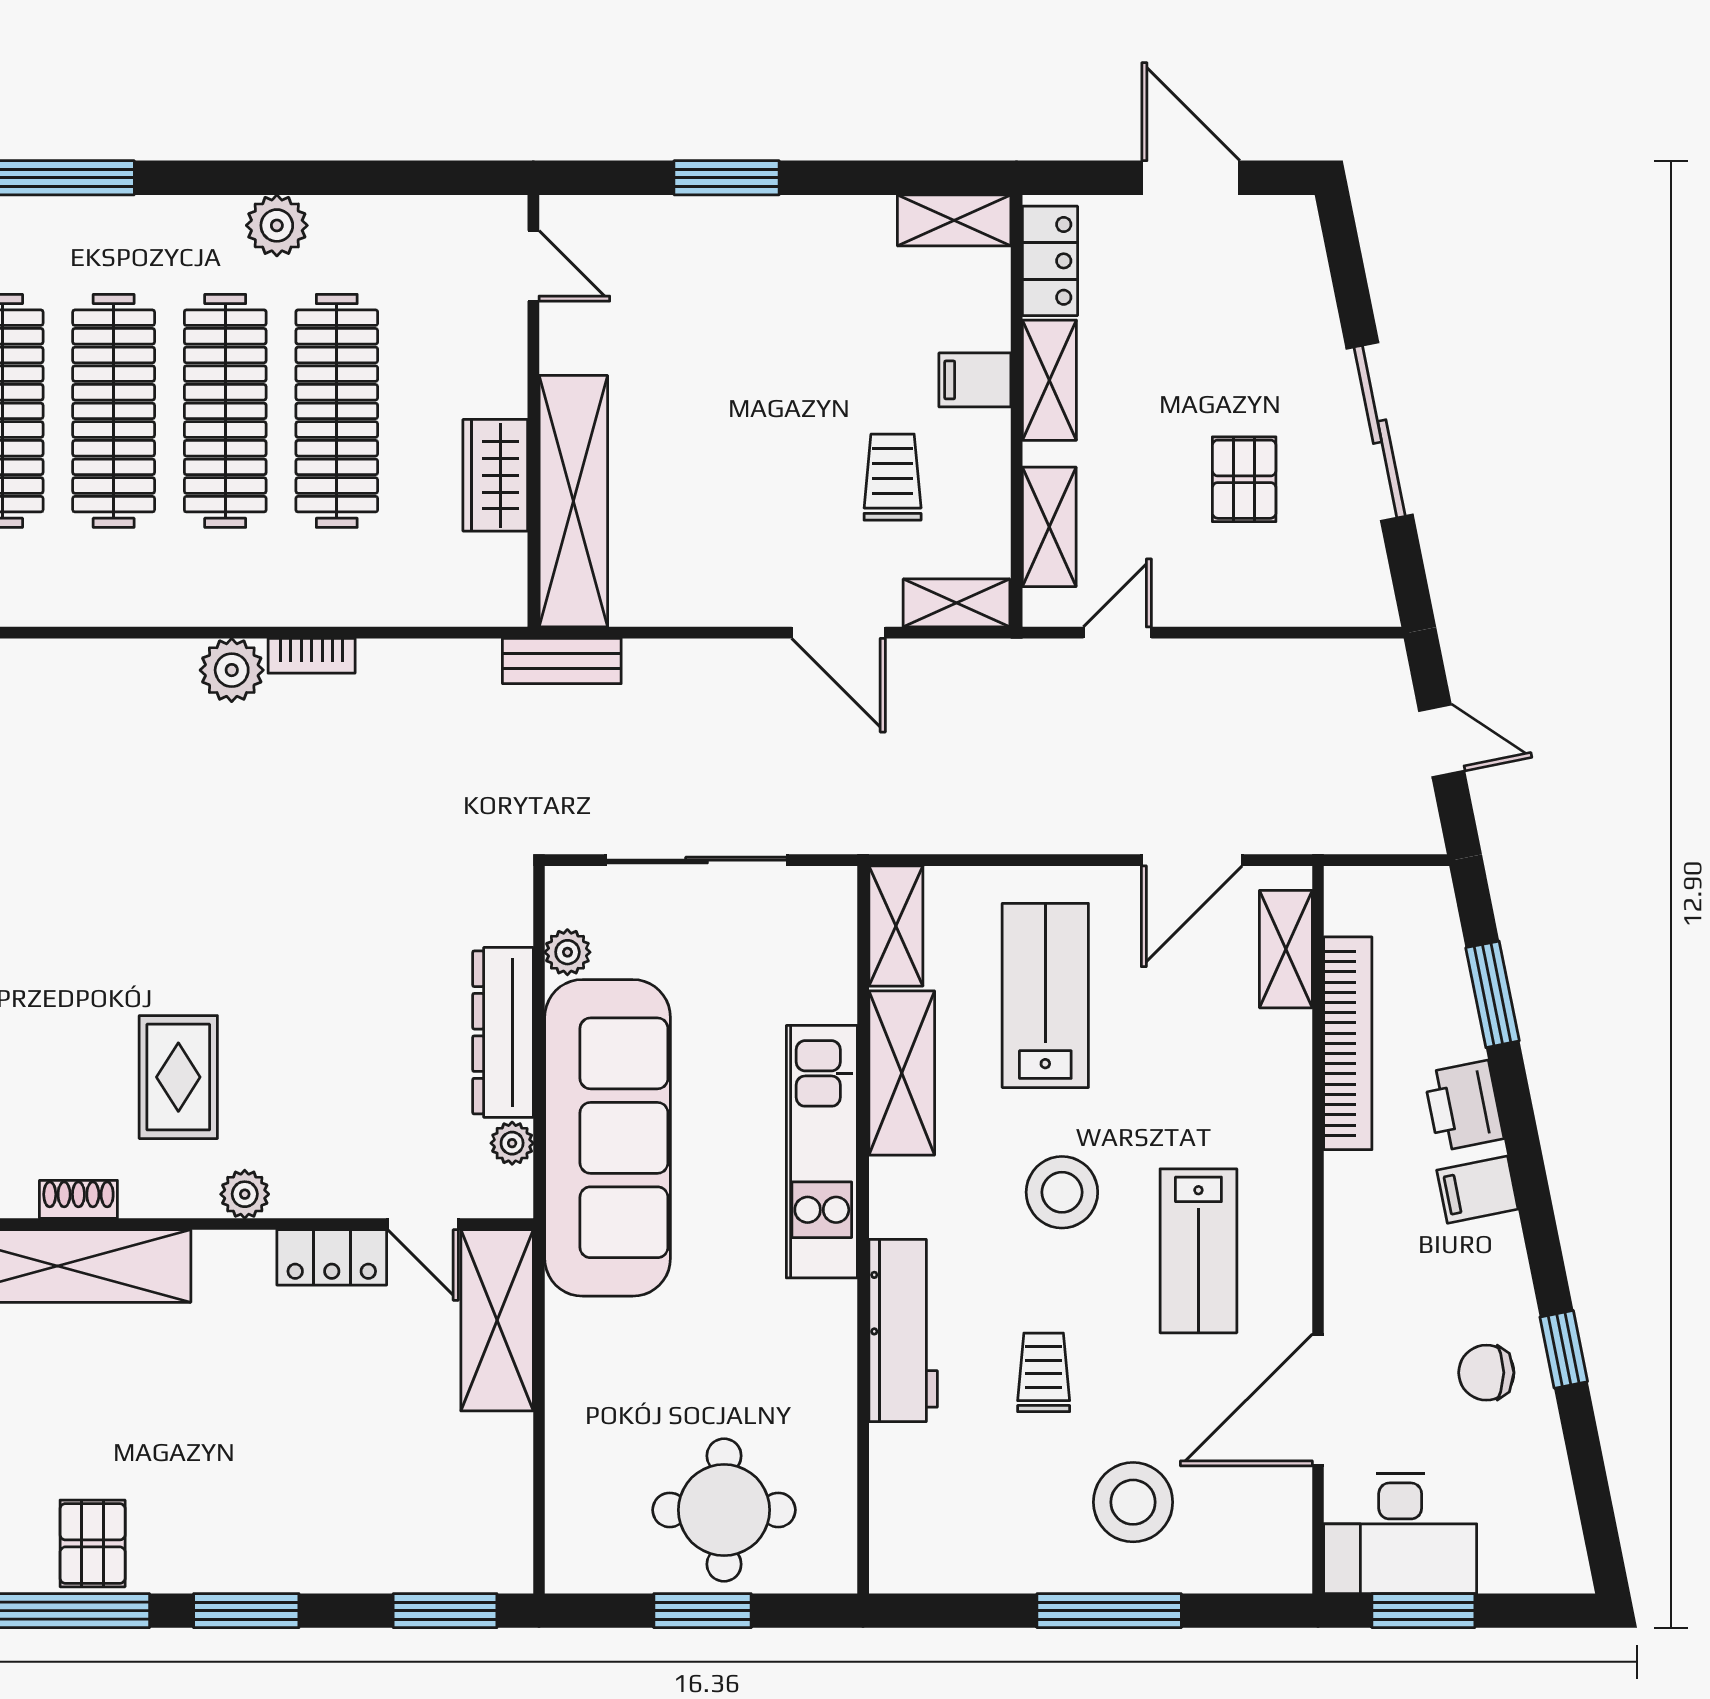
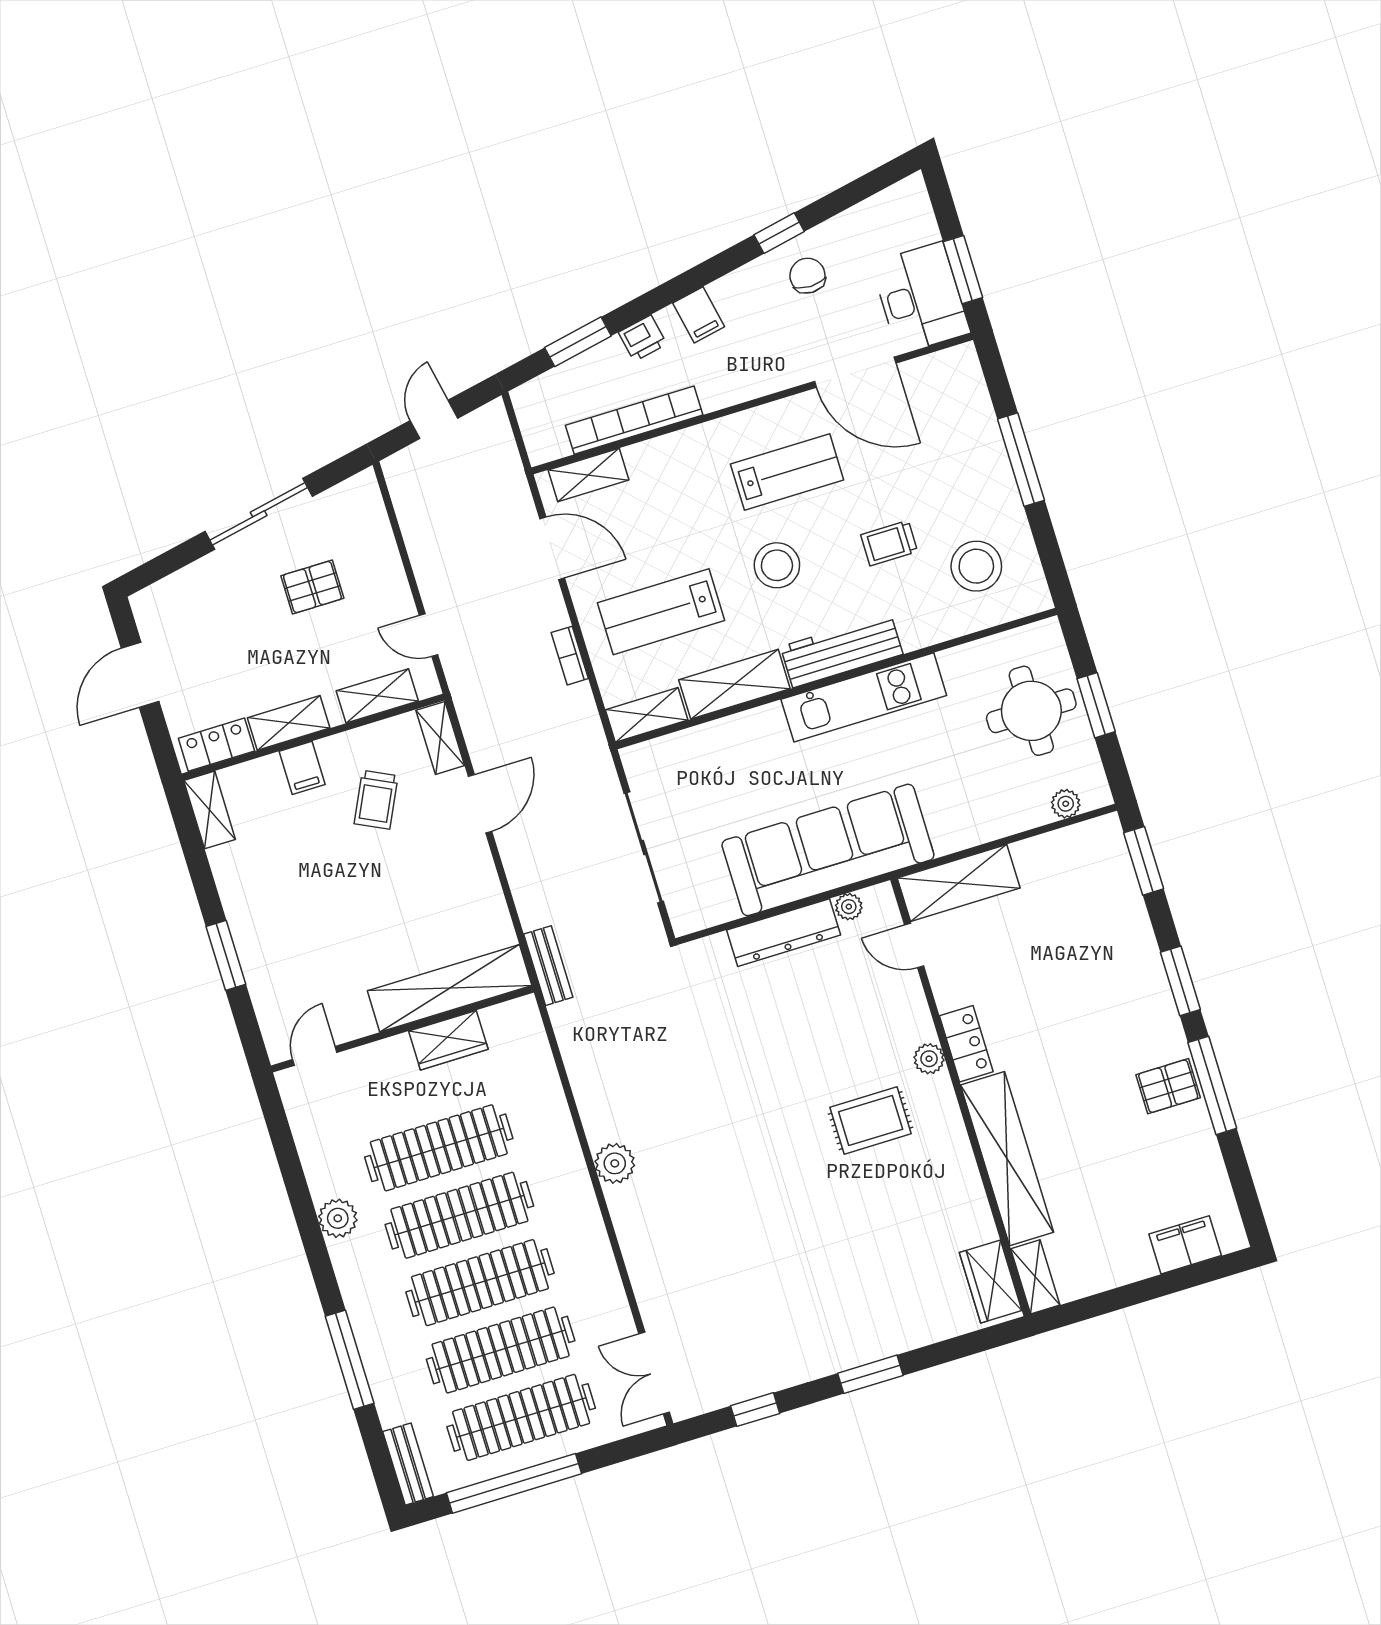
trolley: (893, 477) -> (376, 800), turned -64
bookcase: (312, 656) -> (570, 656), moved, turned 180
plant: (567, 952) -> (1066, 804), moved
printer: (1464, 1106) -> (643, 338), width x0.73, depth x0.81
kitchen unit: (822, 1152) -> (864, 697), moved
shoe rack: (78, 1199) -> (963, 1158), removed
door: (423, 1224) -> (914, 946), swing flipped
locker: (332, 1257) -> (966, 1044), moved
workbench: (903, 1331) -> (842, 650), moved
chair: (1486, 1373) -> (807, 276), turned 180
stool: (1133, 1502) -> (976, 566), moved

